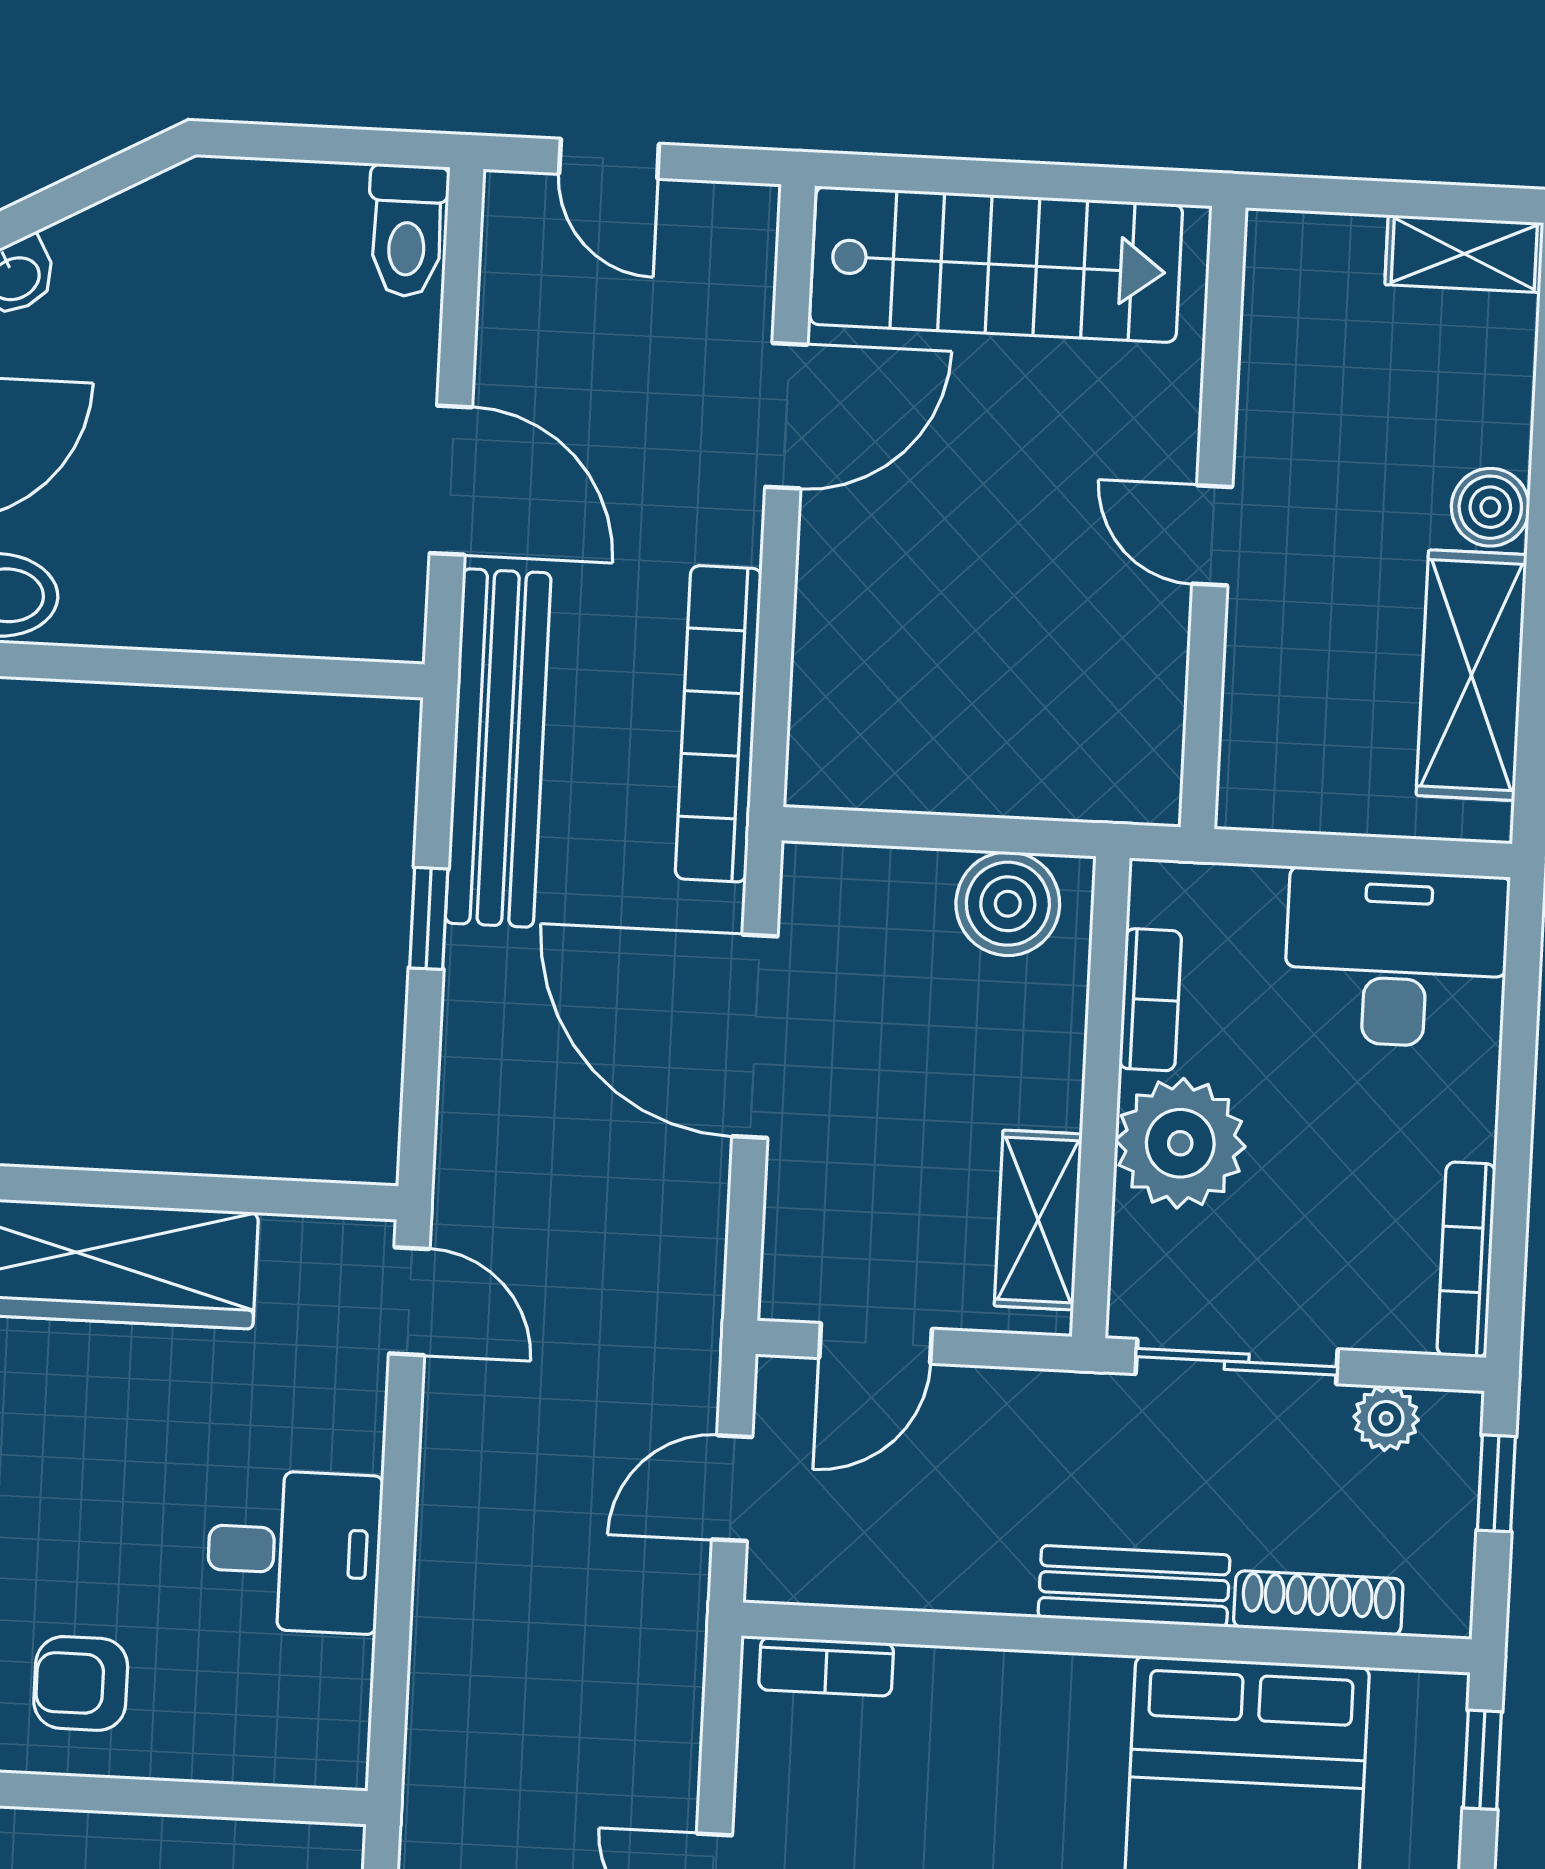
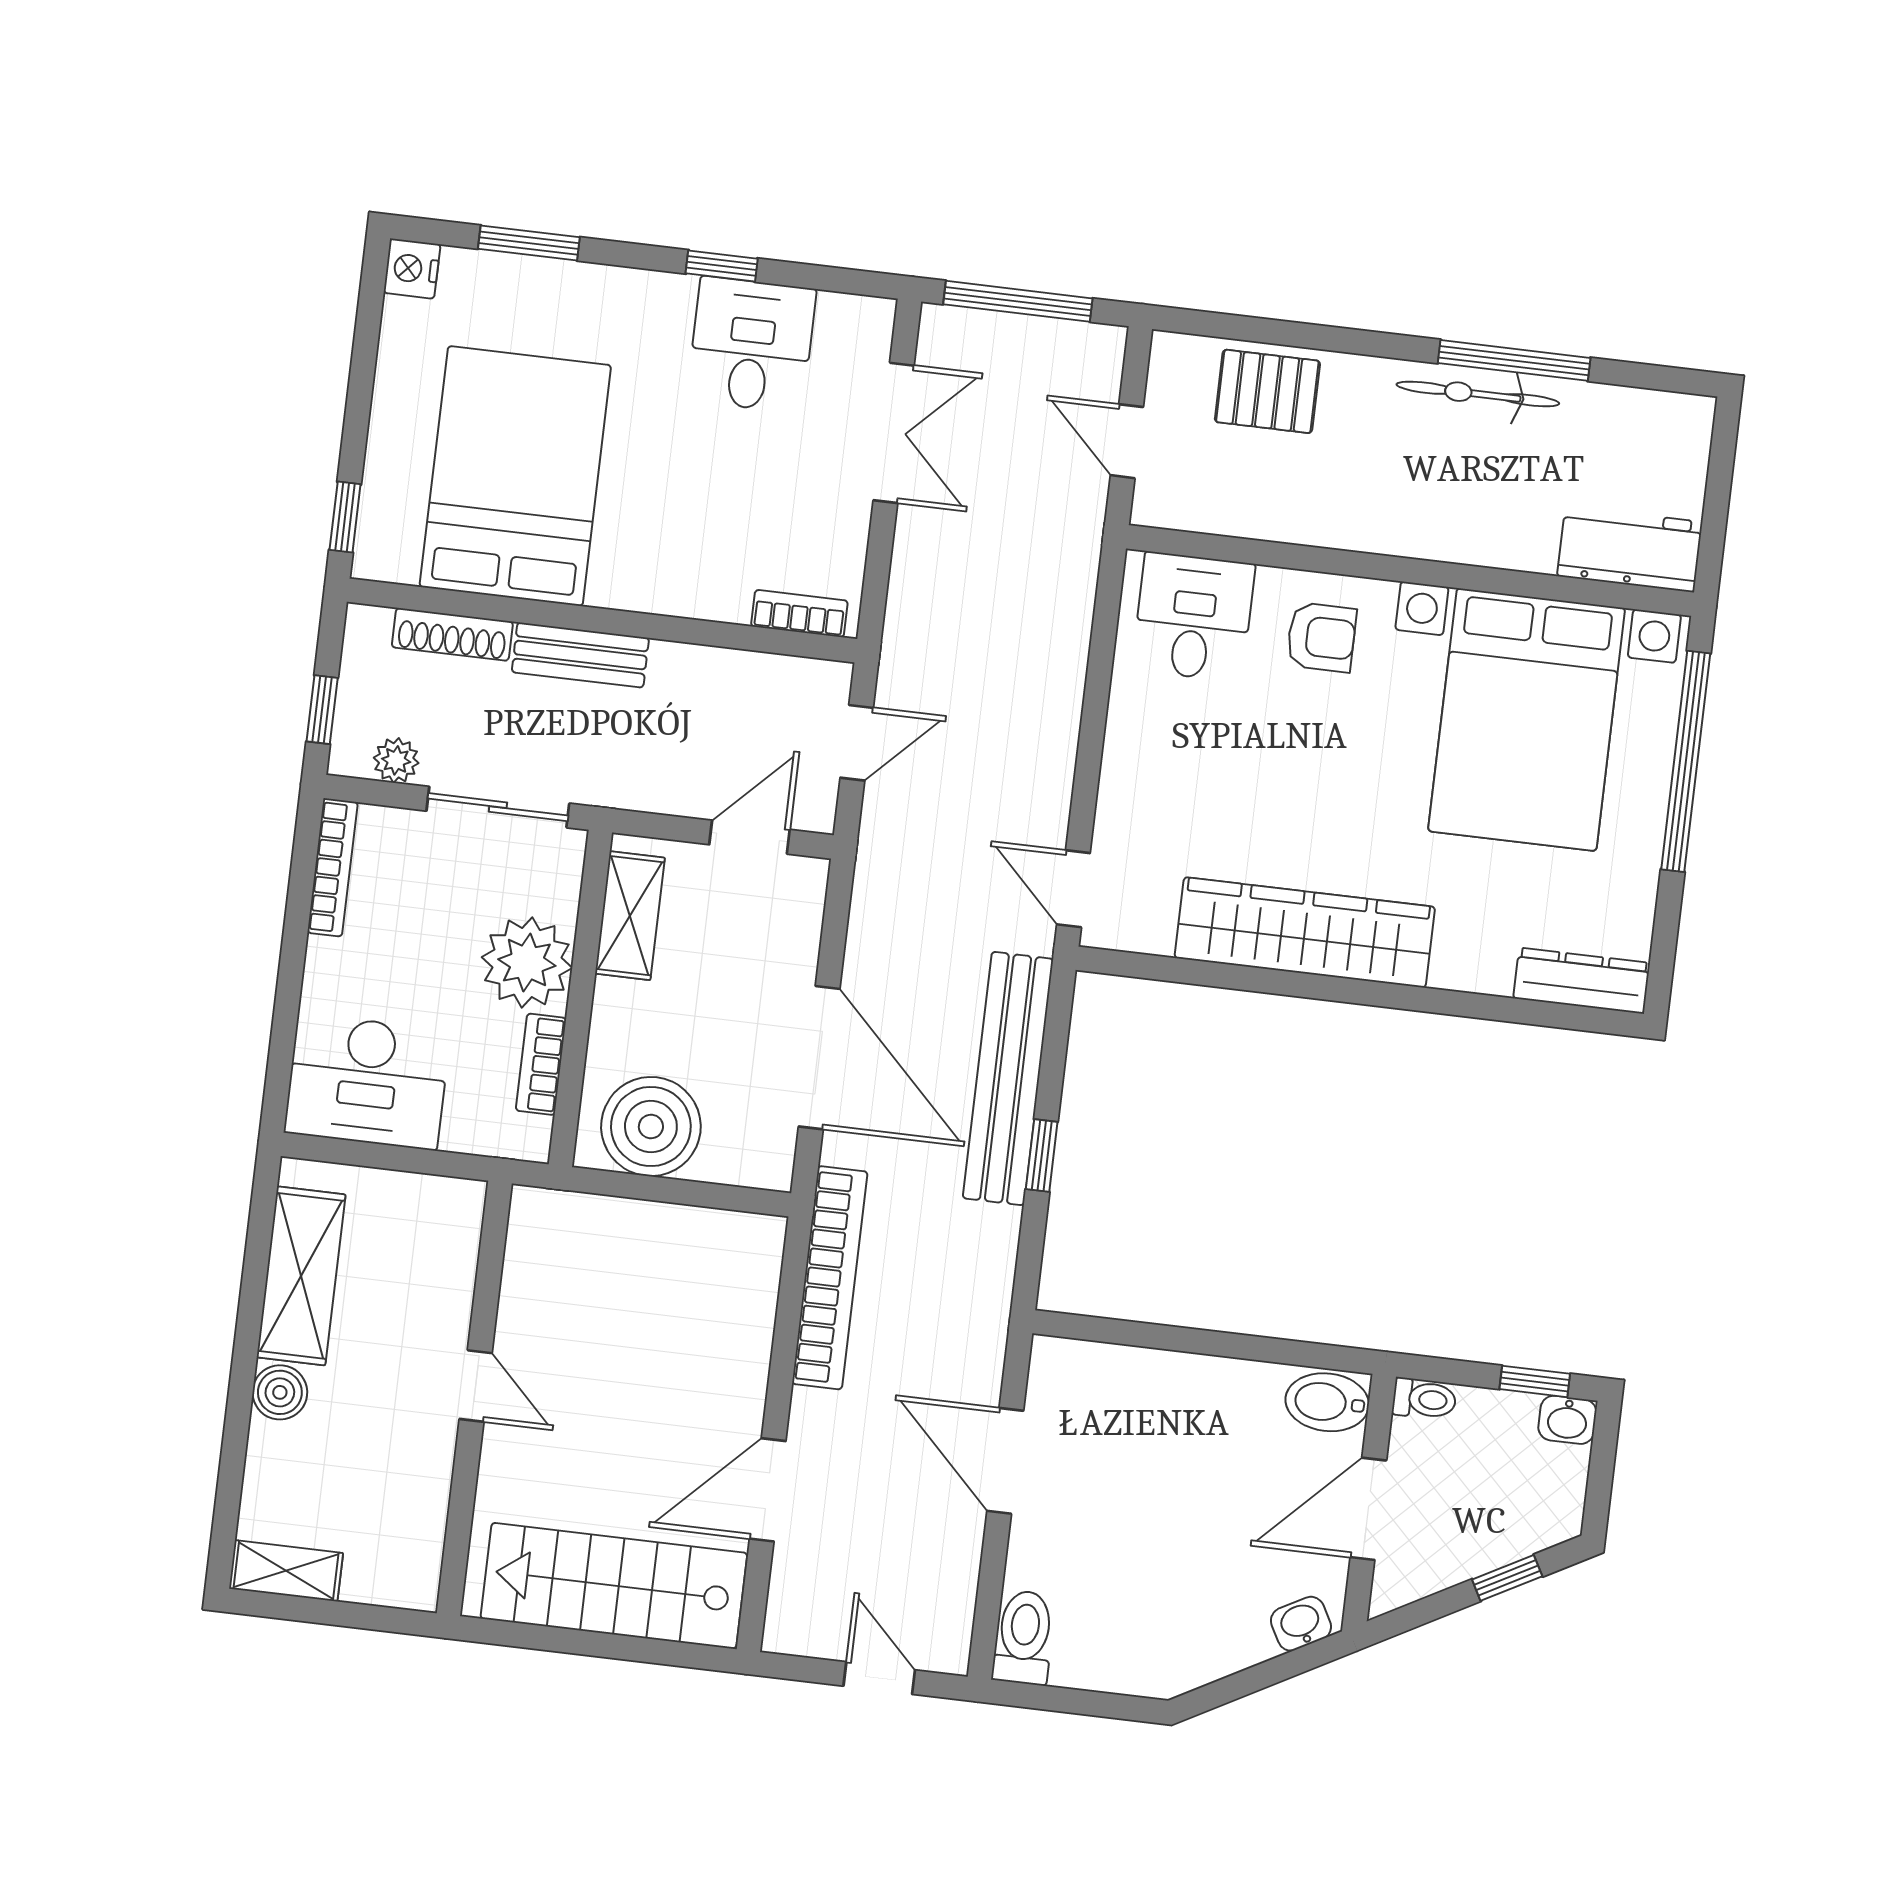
bench: (498, 748) -> (1008, 1079), moved
boiler: (1008, 904) -> (651, 1127), width x1.37, depth x1.37
desk: (294, 1551) -> (1193, 617), moved, turned 90

